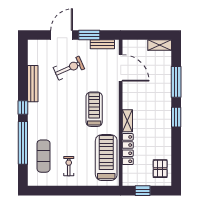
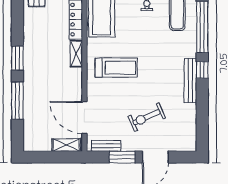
shelving: (160, 45) -> (66, 145), moved
bench: (33, 84) -> (190, 81), moved
treadmill: (94, 109) -> (116, 68), turned -90

